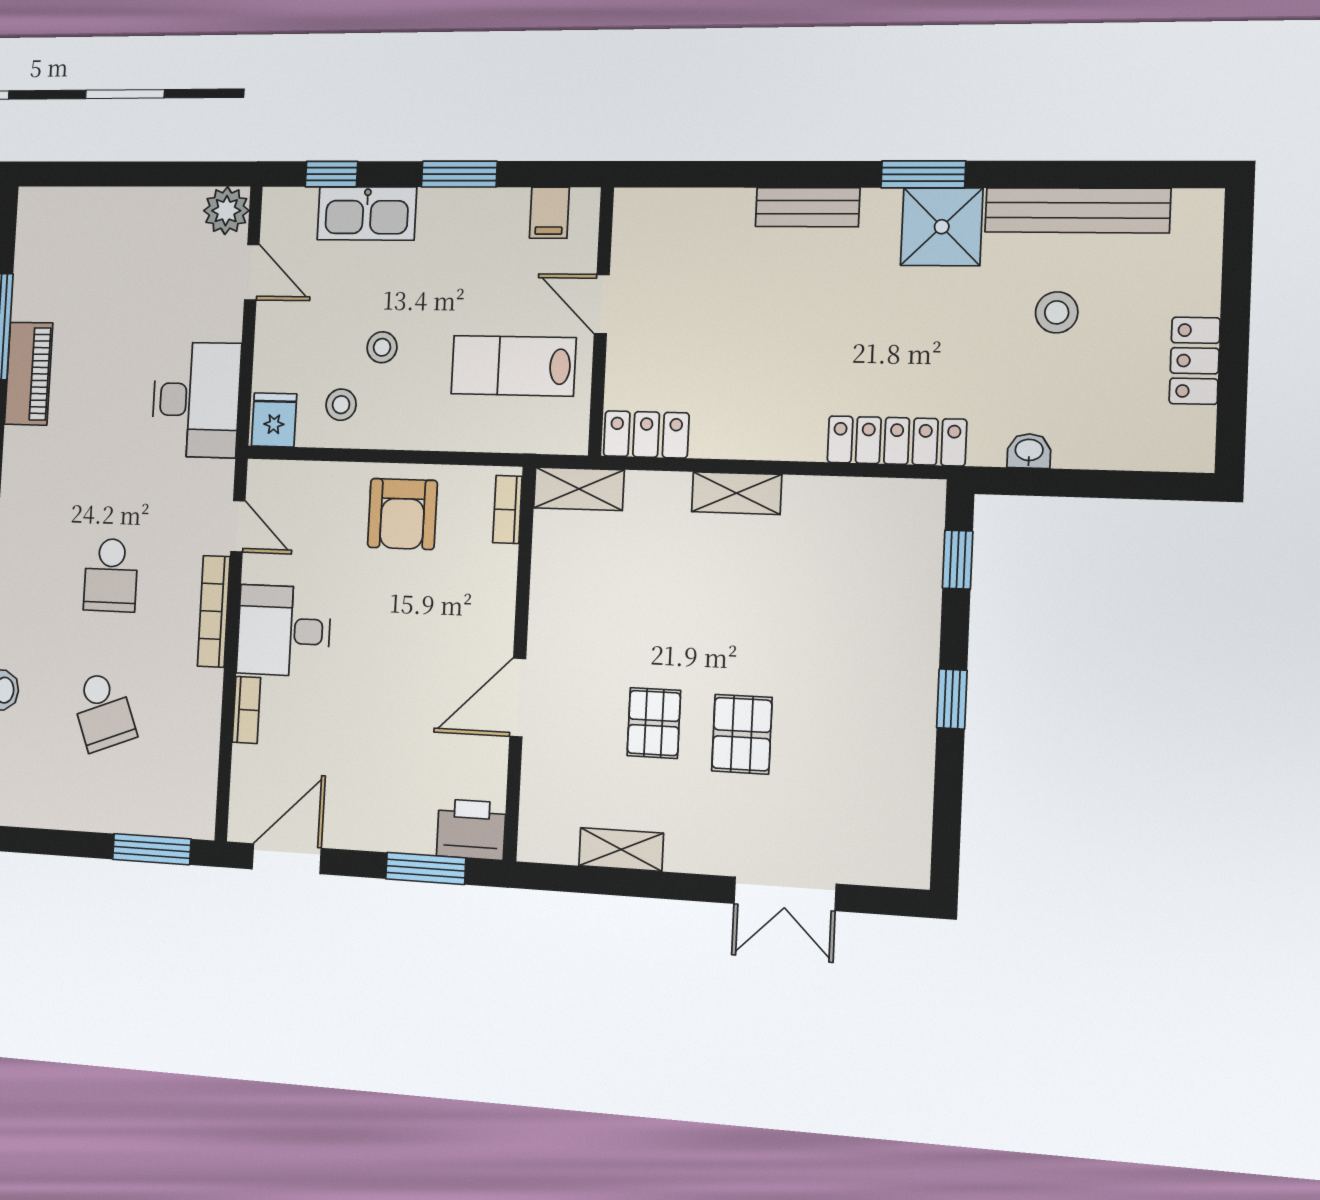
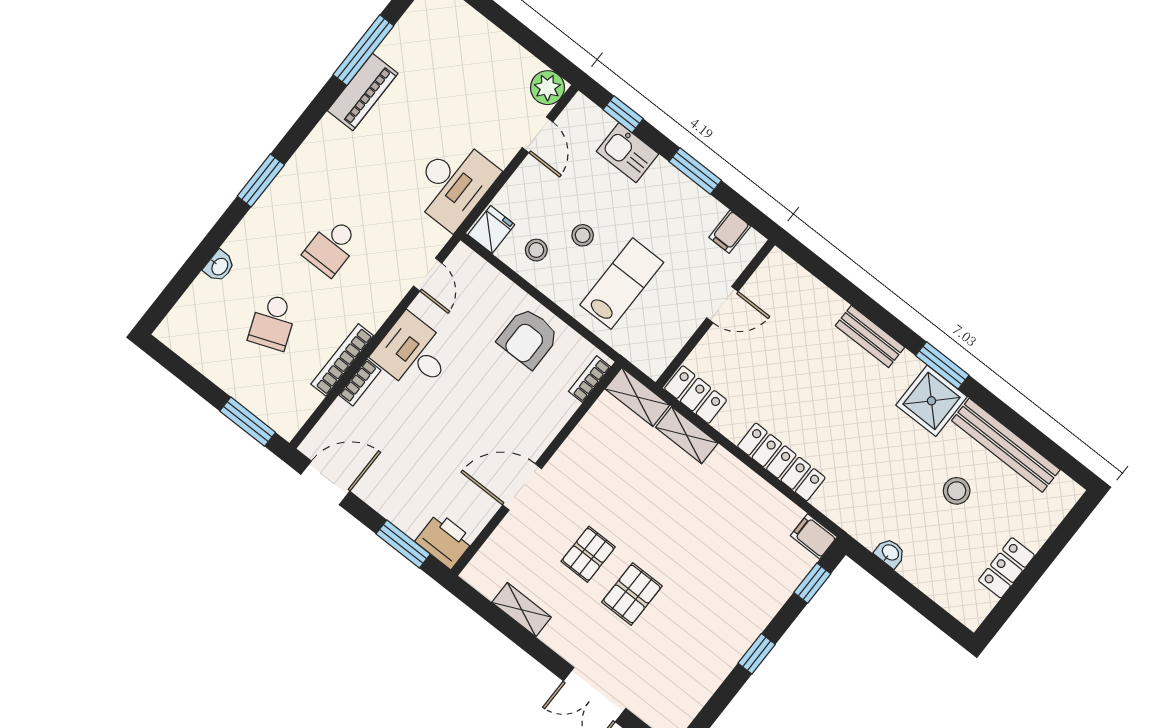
kitchen sink: (367, 213) -> (627, 153), width x0.73
door: (602, 304) -> (722, 305), swing flipped
lab bench: (513, 366) -> (622, 284), moved, turned 90
locker: (897, 441) -> (781, 462), moved
shelving: (737, 493) -> (687, 435), moved
filing cabinet: (917, 500) -> (814, 536), added
bookcase: (214, 611) -> (342, 360), moved

